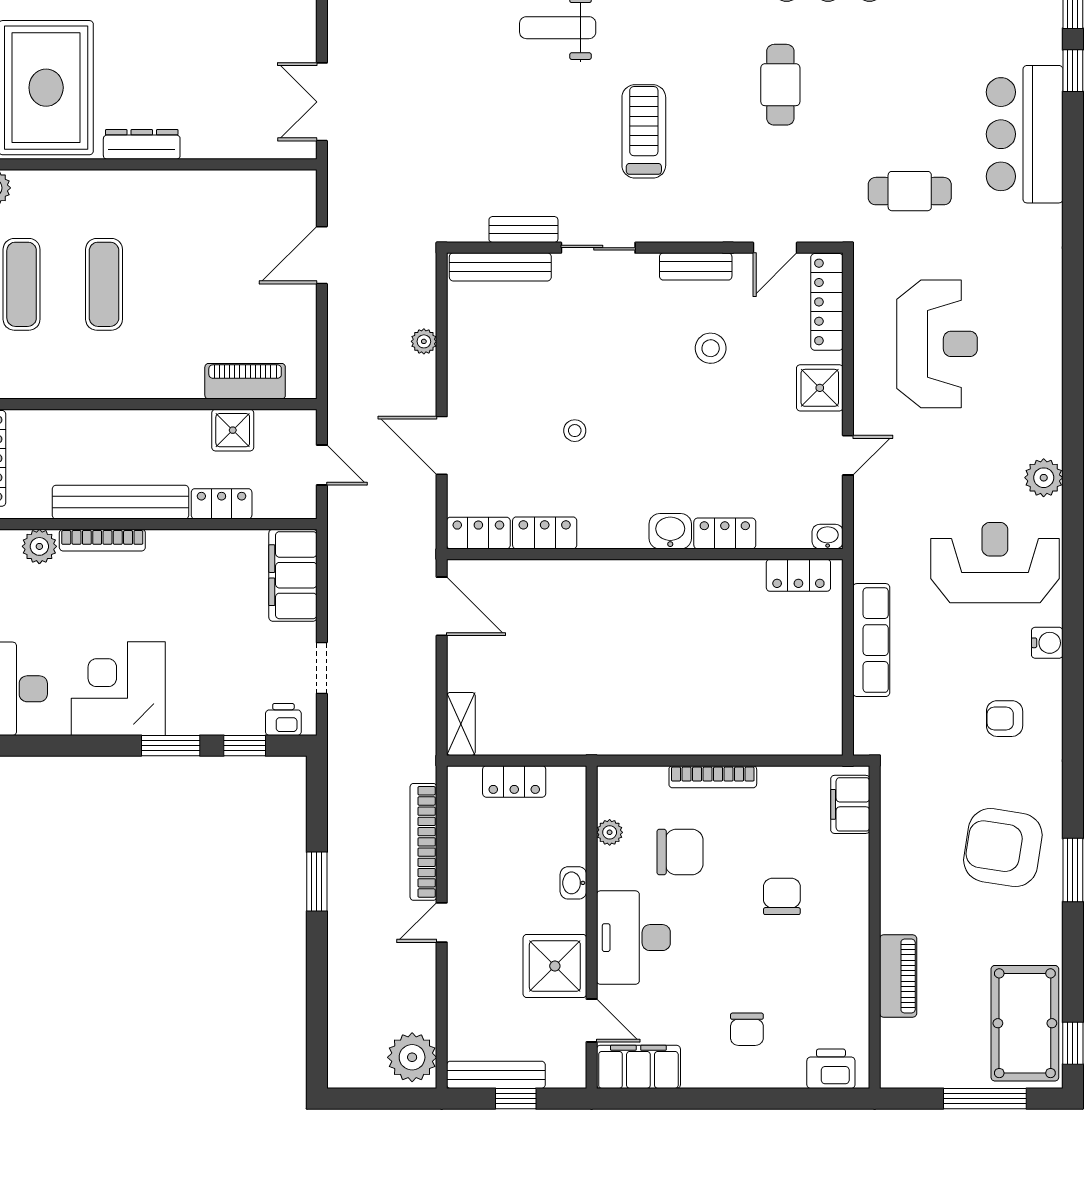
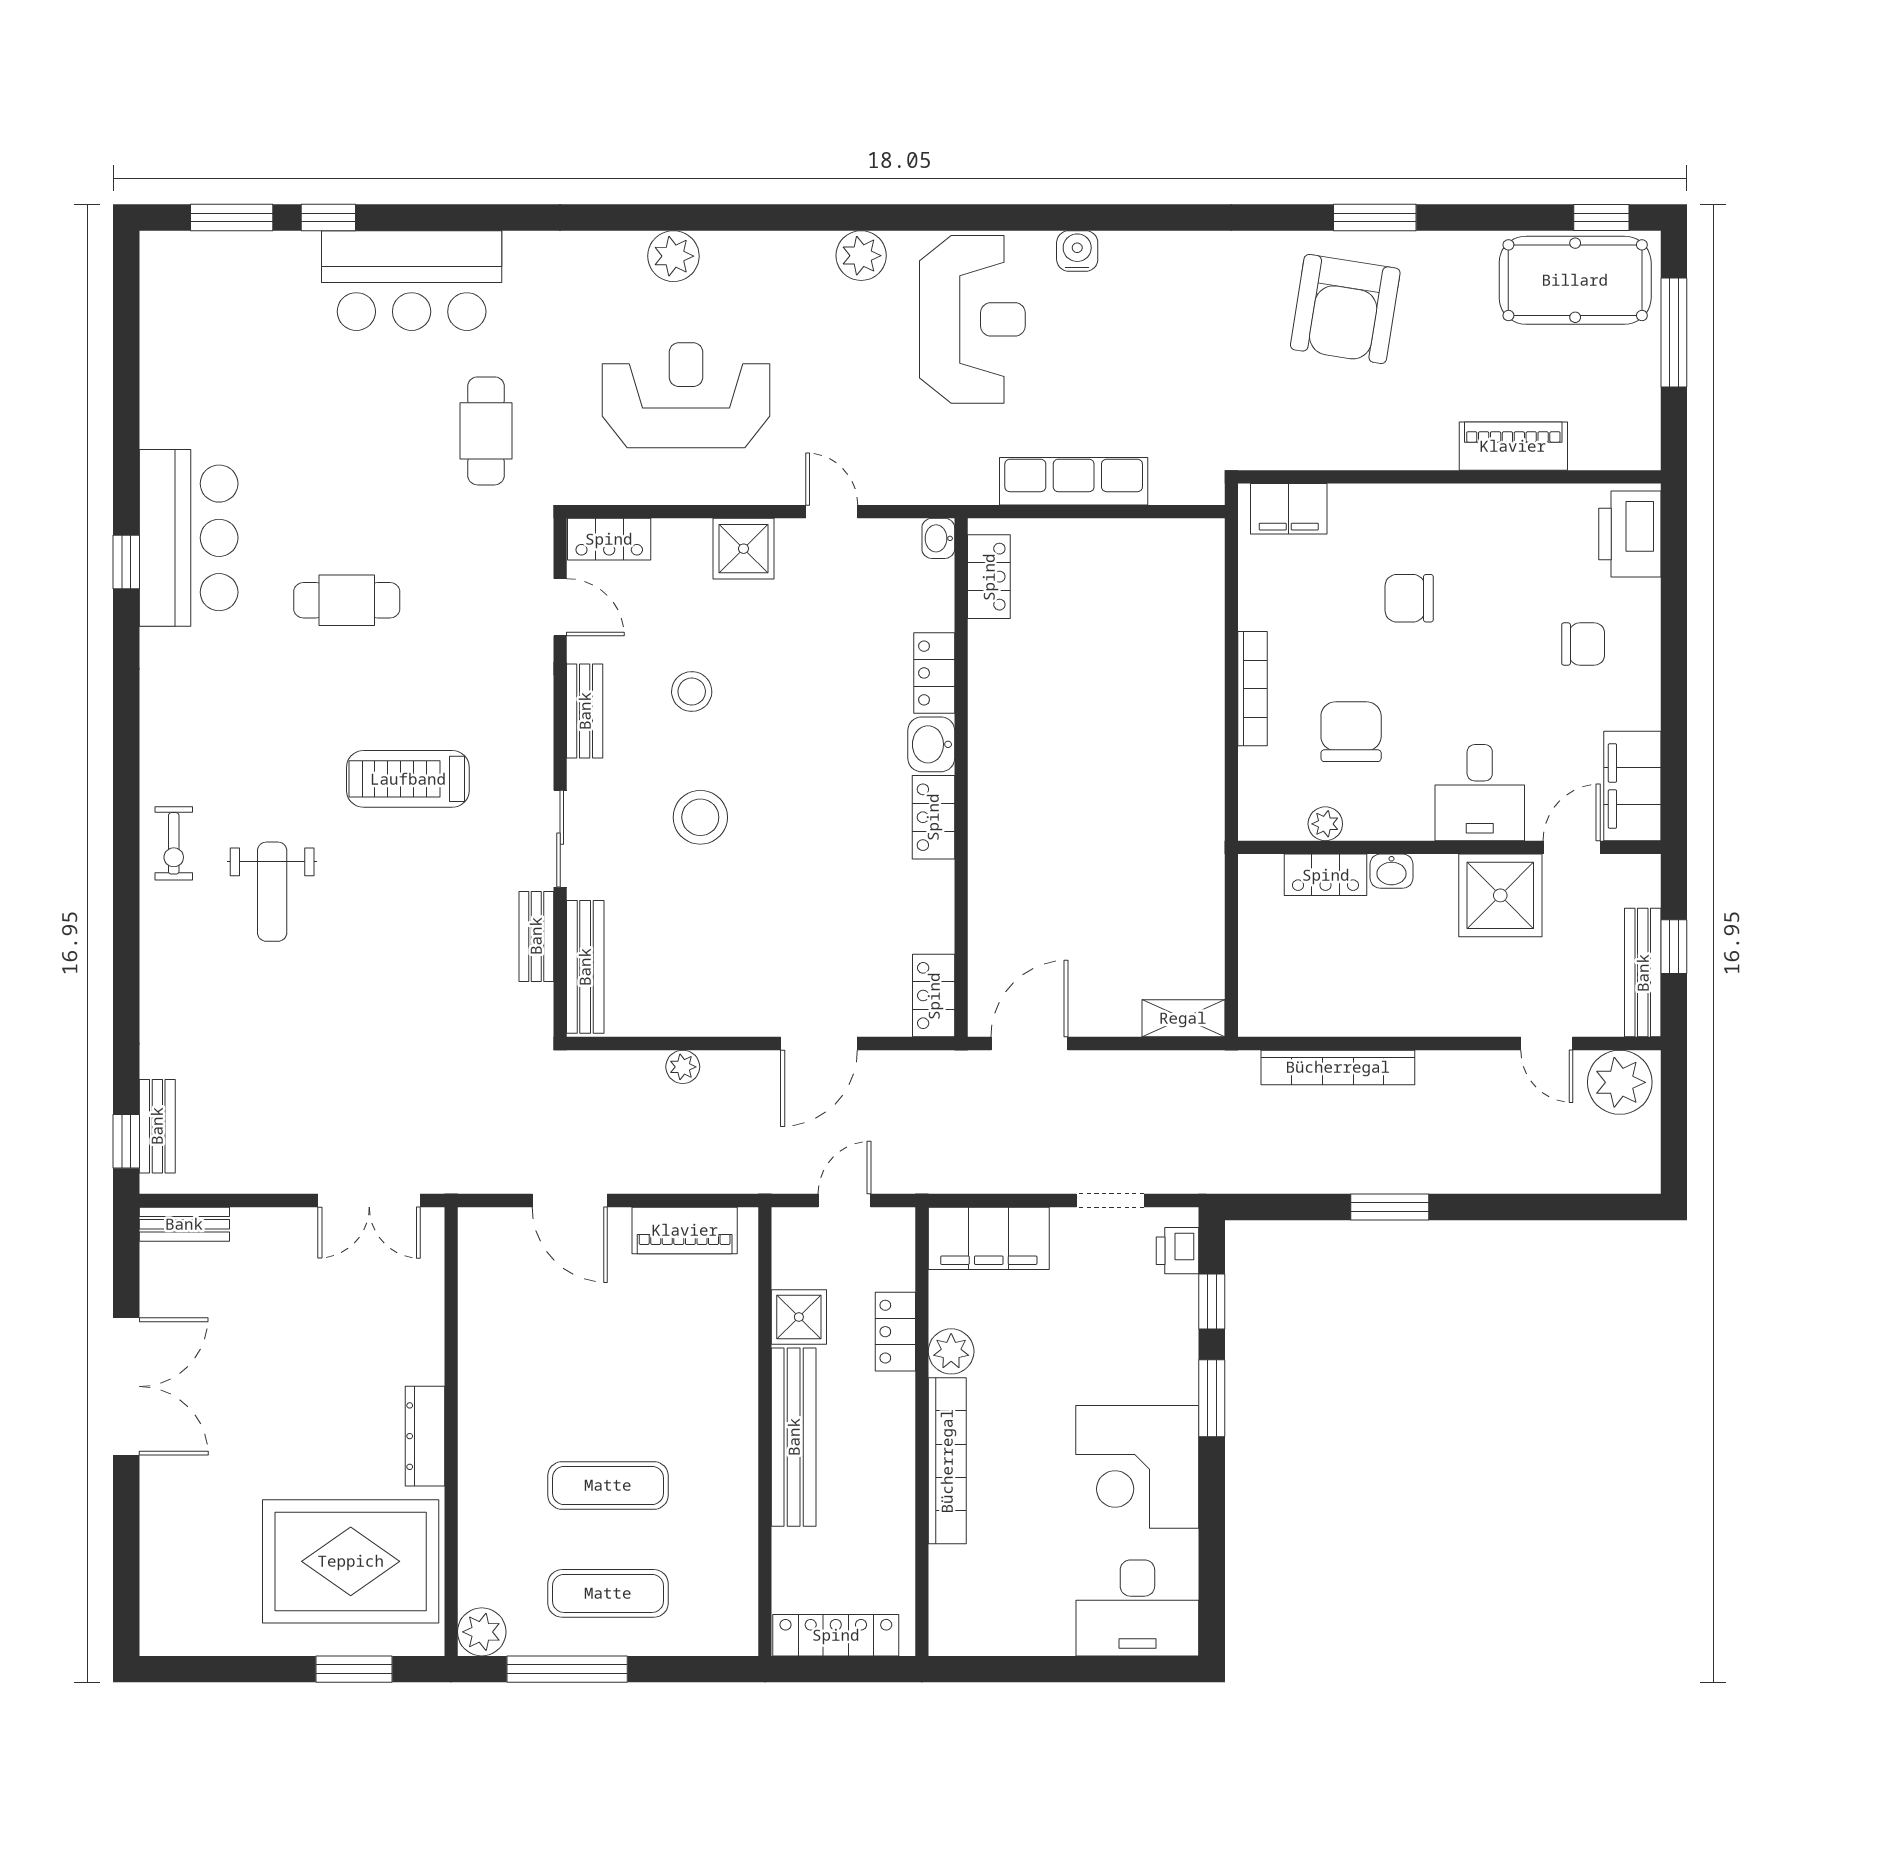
locker: (827, 302) -> (609, 539), width x0.66
plant: (1043, 334) -> (673, 256), added
piano: (245, 381) -> (685, 1230), moved, turned -90
stool: (575, 431) -> (700, 817), moved, width x1.89, depth x1.89
bench: (121, 502) -> (794, 1437), moved
locker: (545, 533) -> (933, 817), moved
bookcase: (102, 540) -> (947, 1461), width x1.48, depth x1.31
plant: (39, 546) -> (951, 1351), moved
reception desk: (995, 563) -> (972, 319), turned 180
armchair: (1005, 719) -> (1176, 307), removed
locker: (514, 781) -> (1326, 875), moved, turned 90
door: (442, 923) -> (1547, 1044), moved
desk: (633, 938) -> (1480, 793), width x0.73
printer: (831, 1069) -> (1630, 534), width x1.37, depth x1.19

